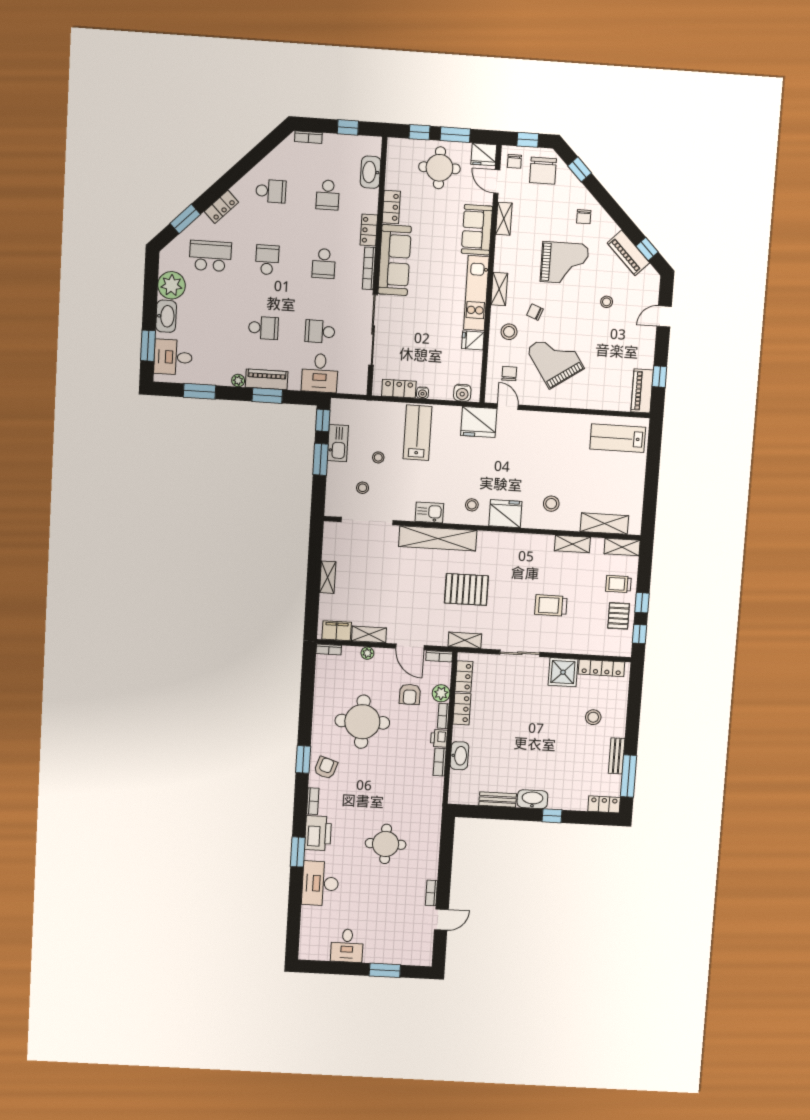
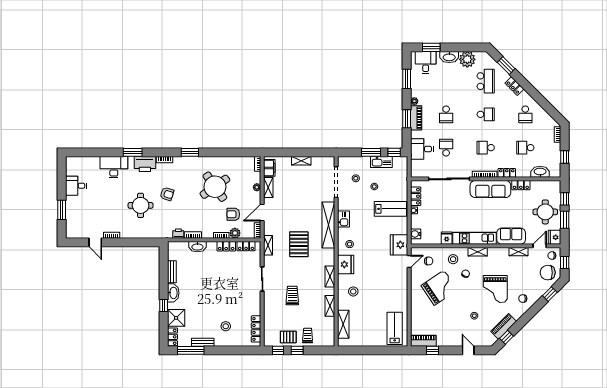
shelving: (622, 547) -> (330, 277), moved
shower: (563, 672) -> (176, 318), moved
round table: (362, 722) -> (215, 187), turned -35
printer: (439, 738) -> (178, 234), moved
armchair: (326, 768) -> (167, 194), moved

